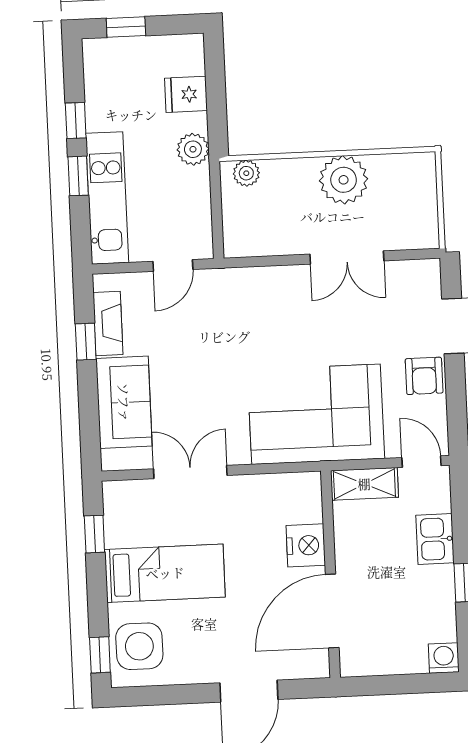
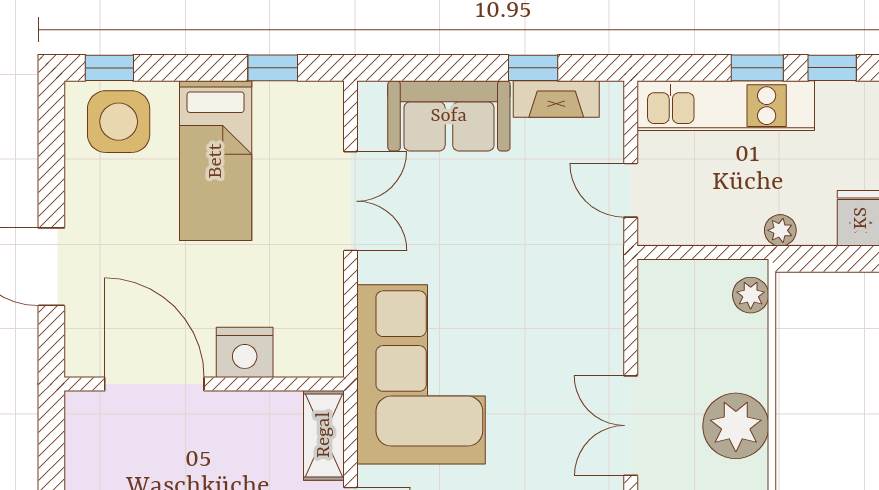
plant: (193, 149) -> (780, 230), width x0.73, depth x0.73

